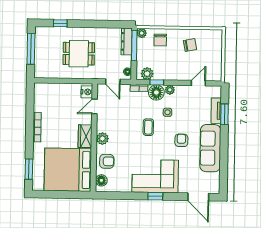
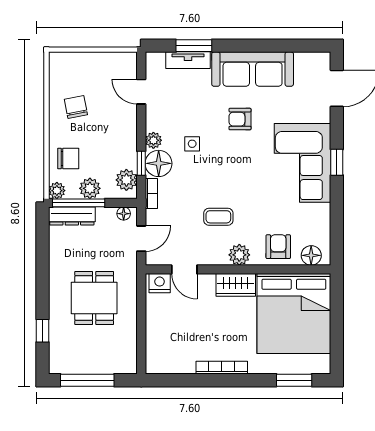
plant: (143, 52) -> (90, 188), added
coffee table: (148, 127) -> (218, 217), moved

